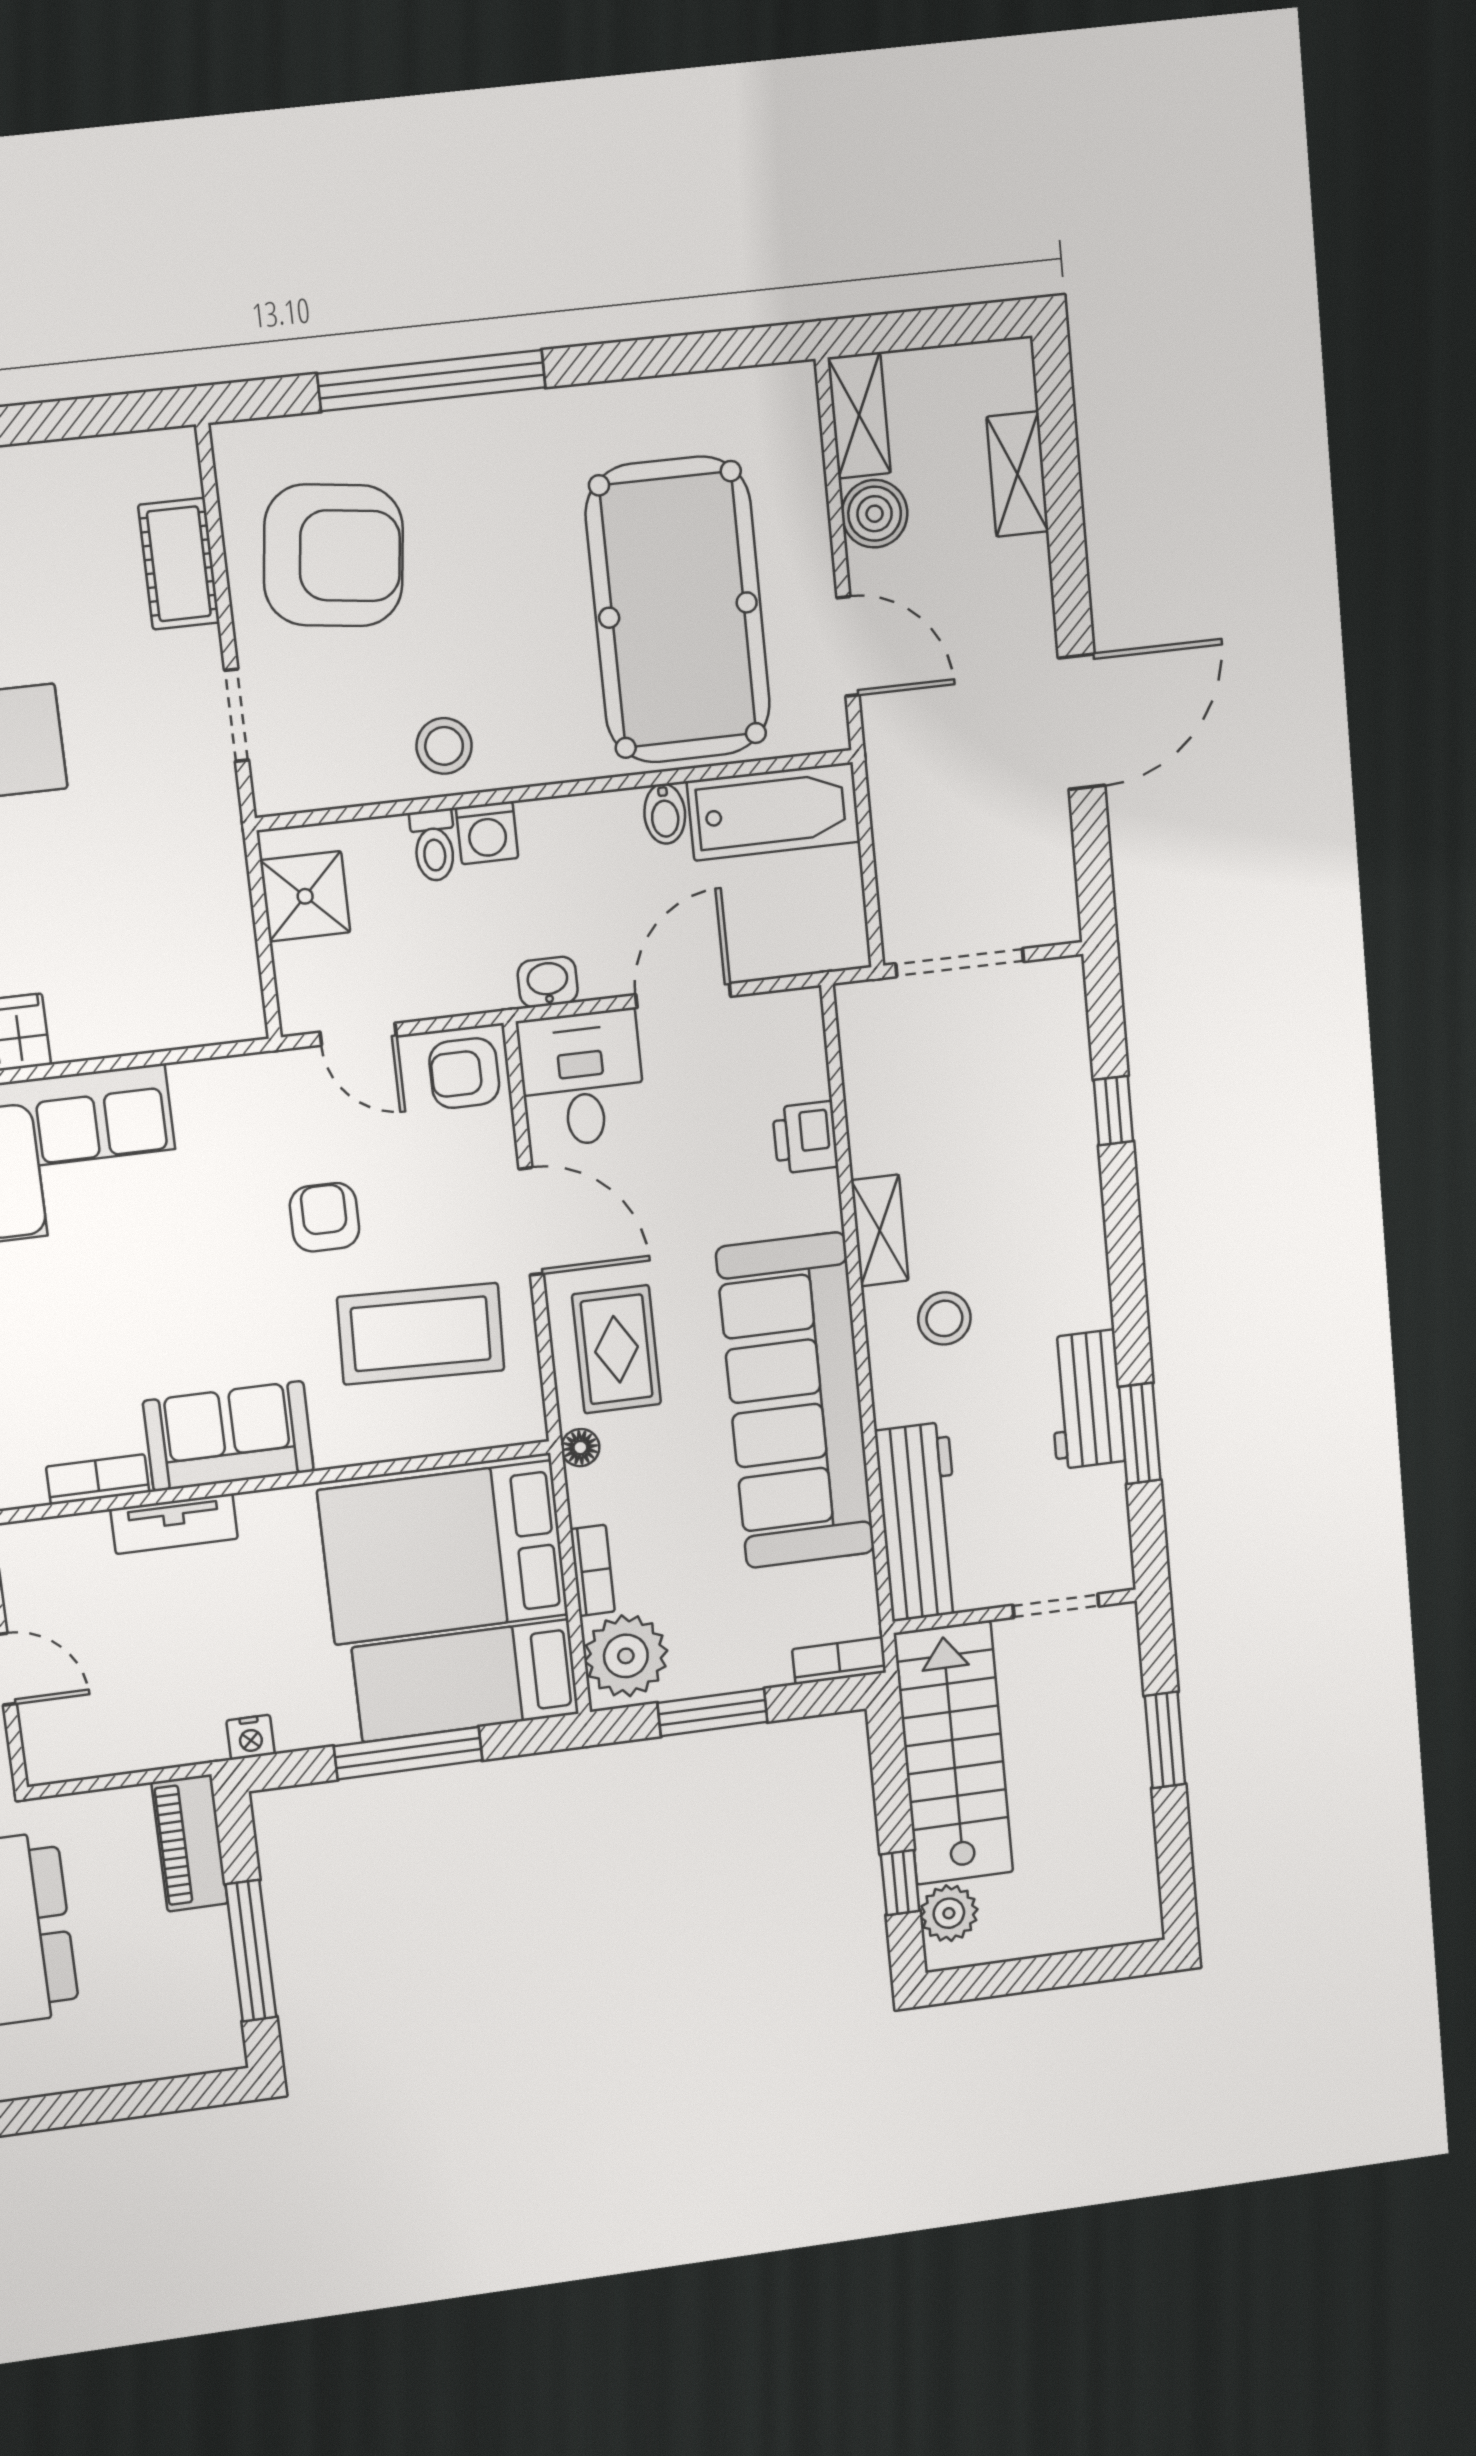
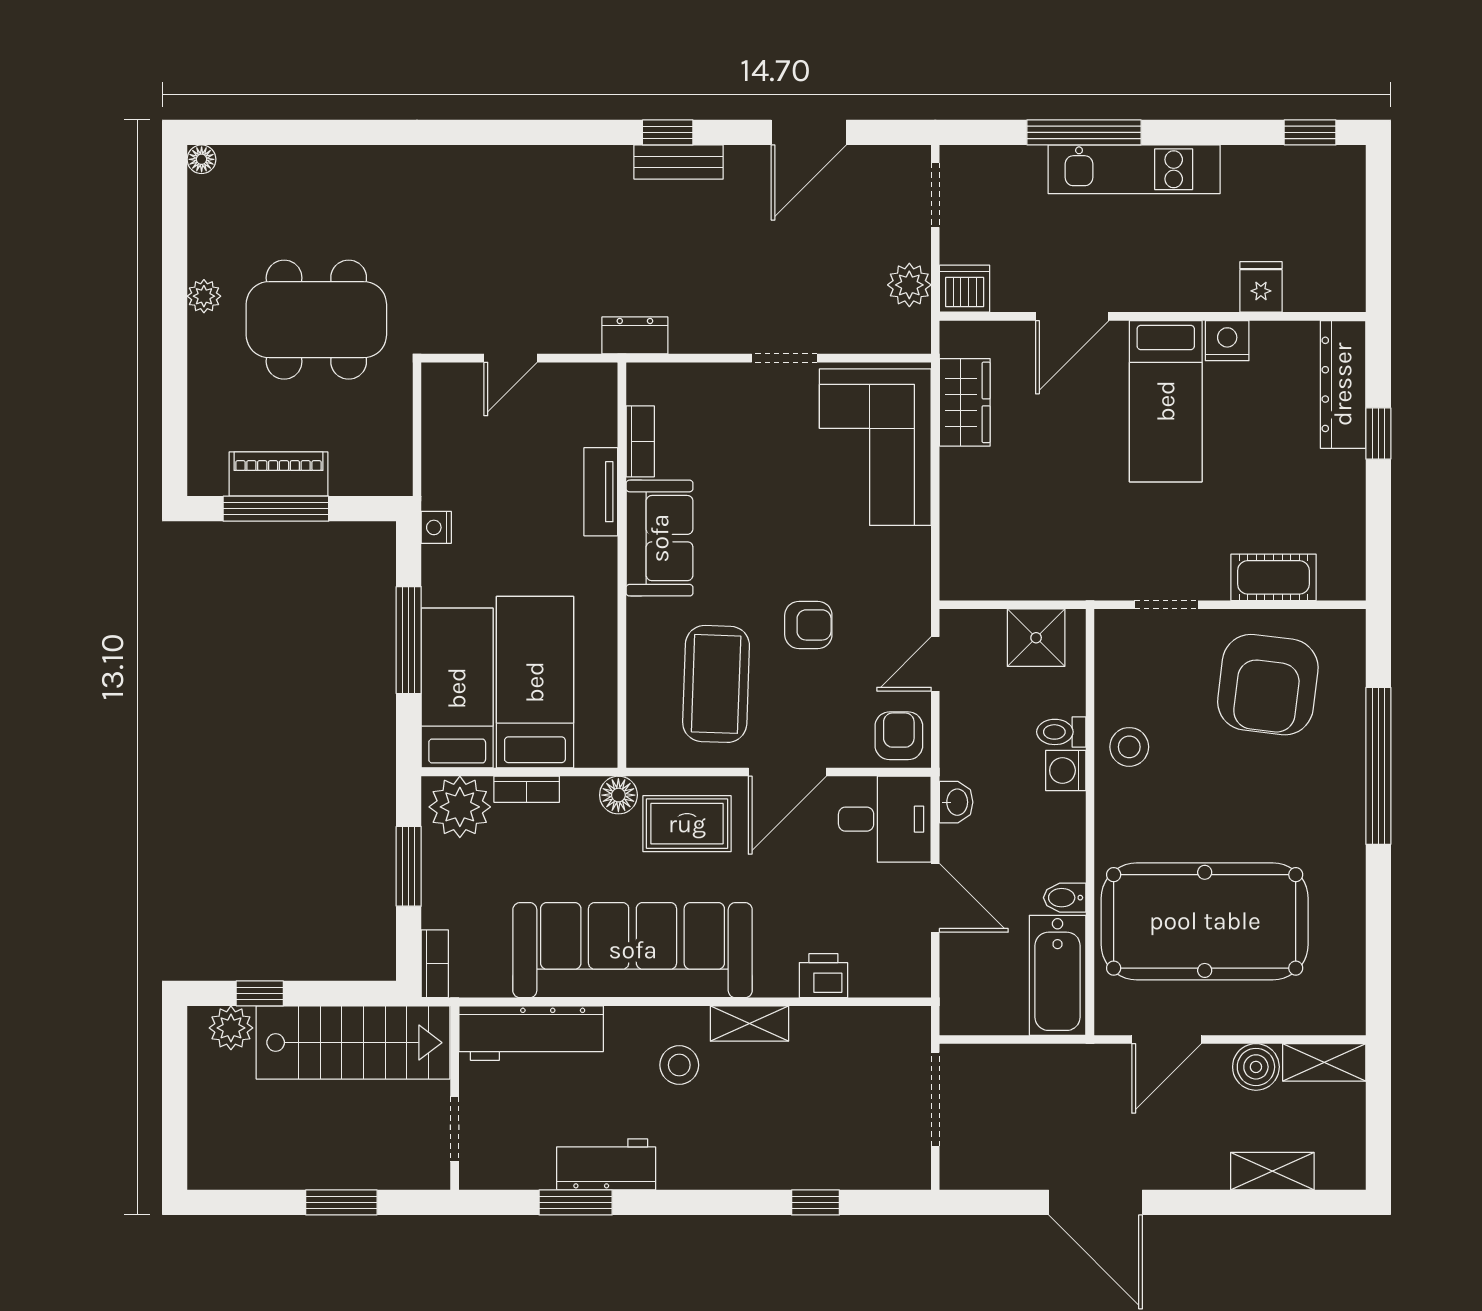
floor lamp: (580, 1448) -> (618, 795), width x1.37, depth x1.37
bed: (443, 1553) -> (535, 682), width x0.67
piano: (190, 1843) -> (279, 474), moved

